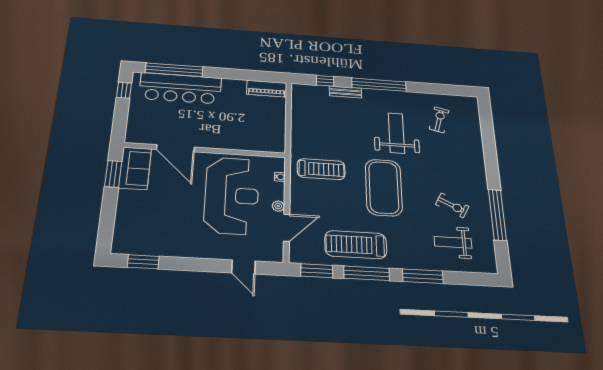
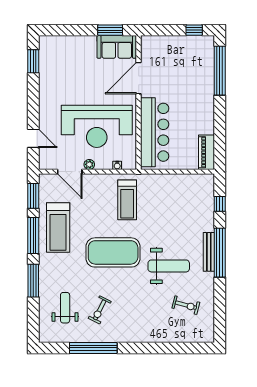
bar counter: (180, 88) -> (155, 132), moved, turned 180
bench: (345, 92) -> (209, 252), moved, width x1.36
treadmill: (356, 245) -> (58, 227), turned 180
door: (243, 267) -> (33, 138), swing flipped

